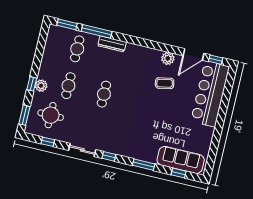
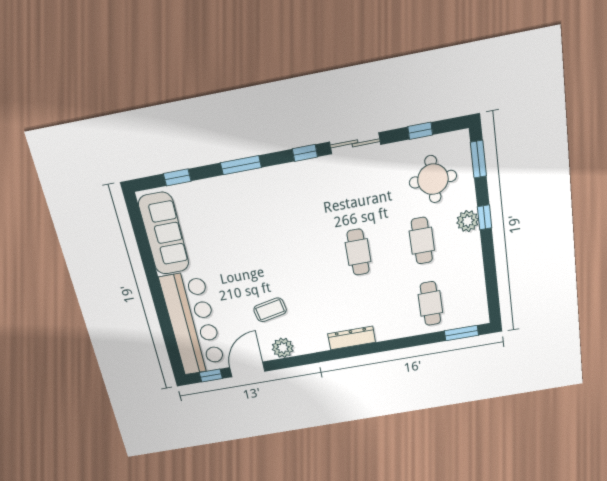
window: (97, 31) -> (410, 342), removed
dresser: (112, 44) -> (352, 338), moved
sofa: (181, 160) -> (164, 234), moved, turned -90

